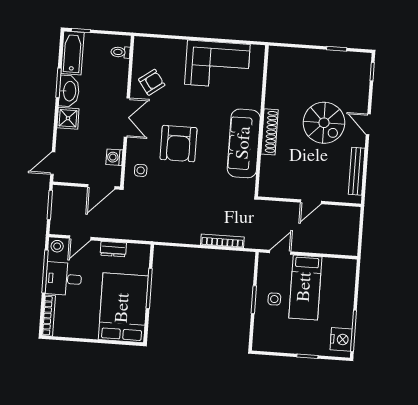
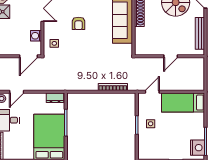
armchair: (179, 144) -> (79, 23), width x0.53, depth x0.53
dresser: (113, 249) -> (55, 98), moved
bed: (305, 287) -> (183, 103), moved, turned 90

